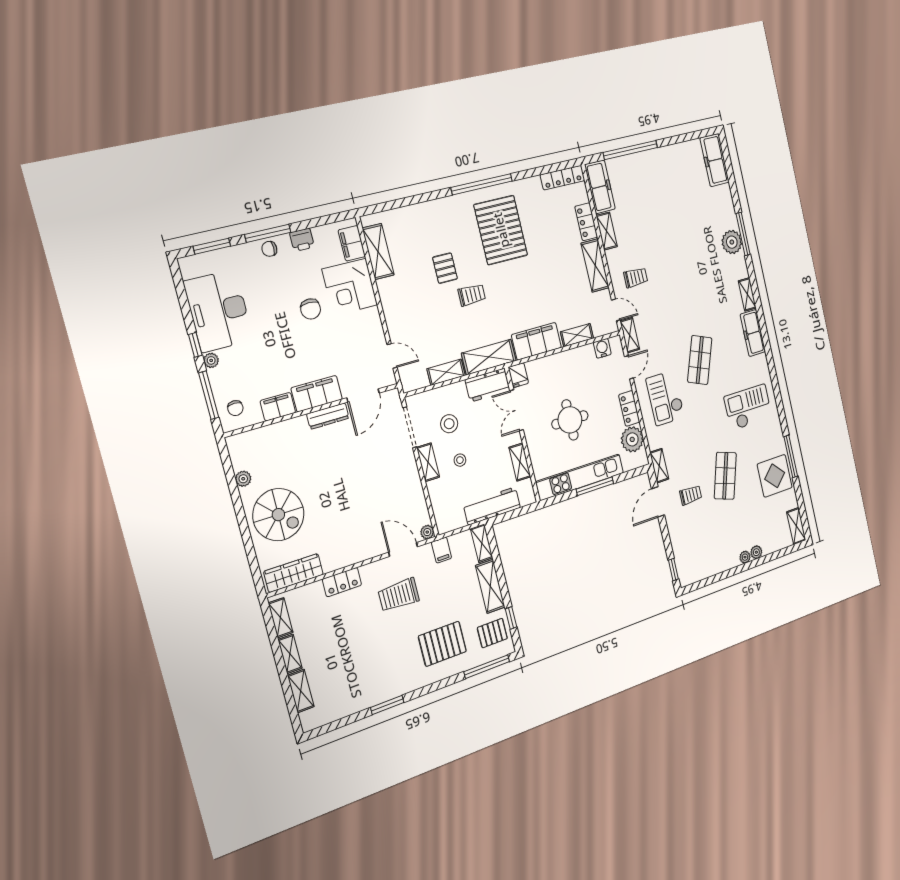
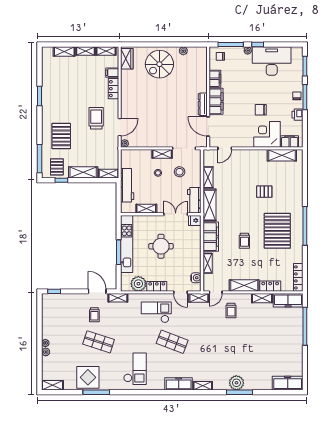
pallet: (501, 230) -> (277, 231), turned 90
trolley: (472, 295) -> (244, 241), moved
filing cabinet: (441, 550) -> (112, 73), moved
wardrobe: (294, 573) -> (127, 59), width x0.67

